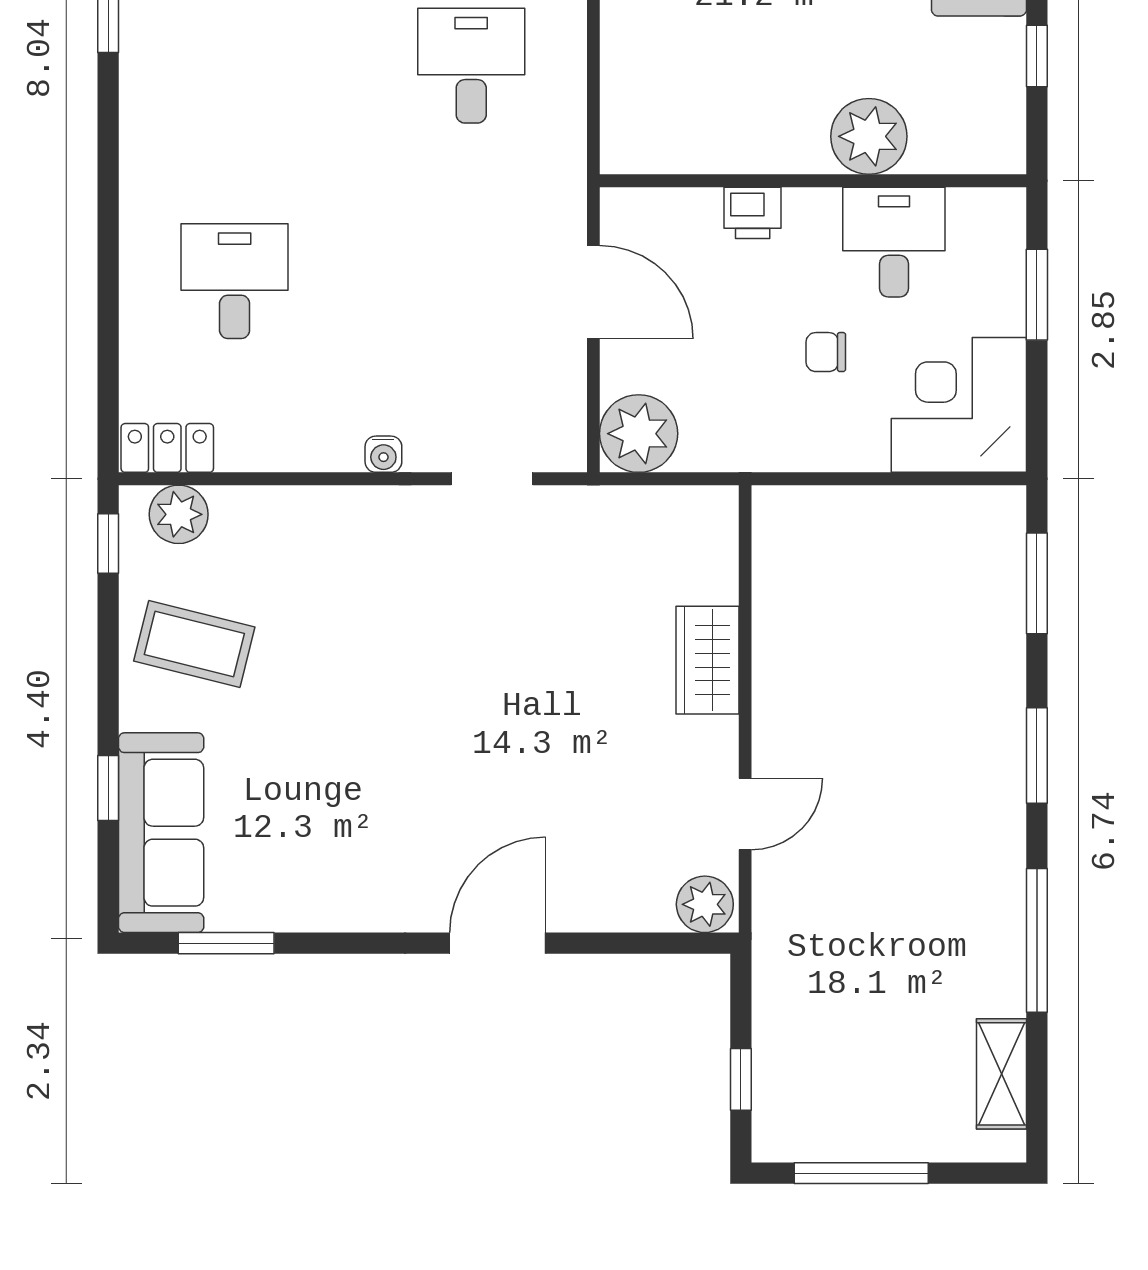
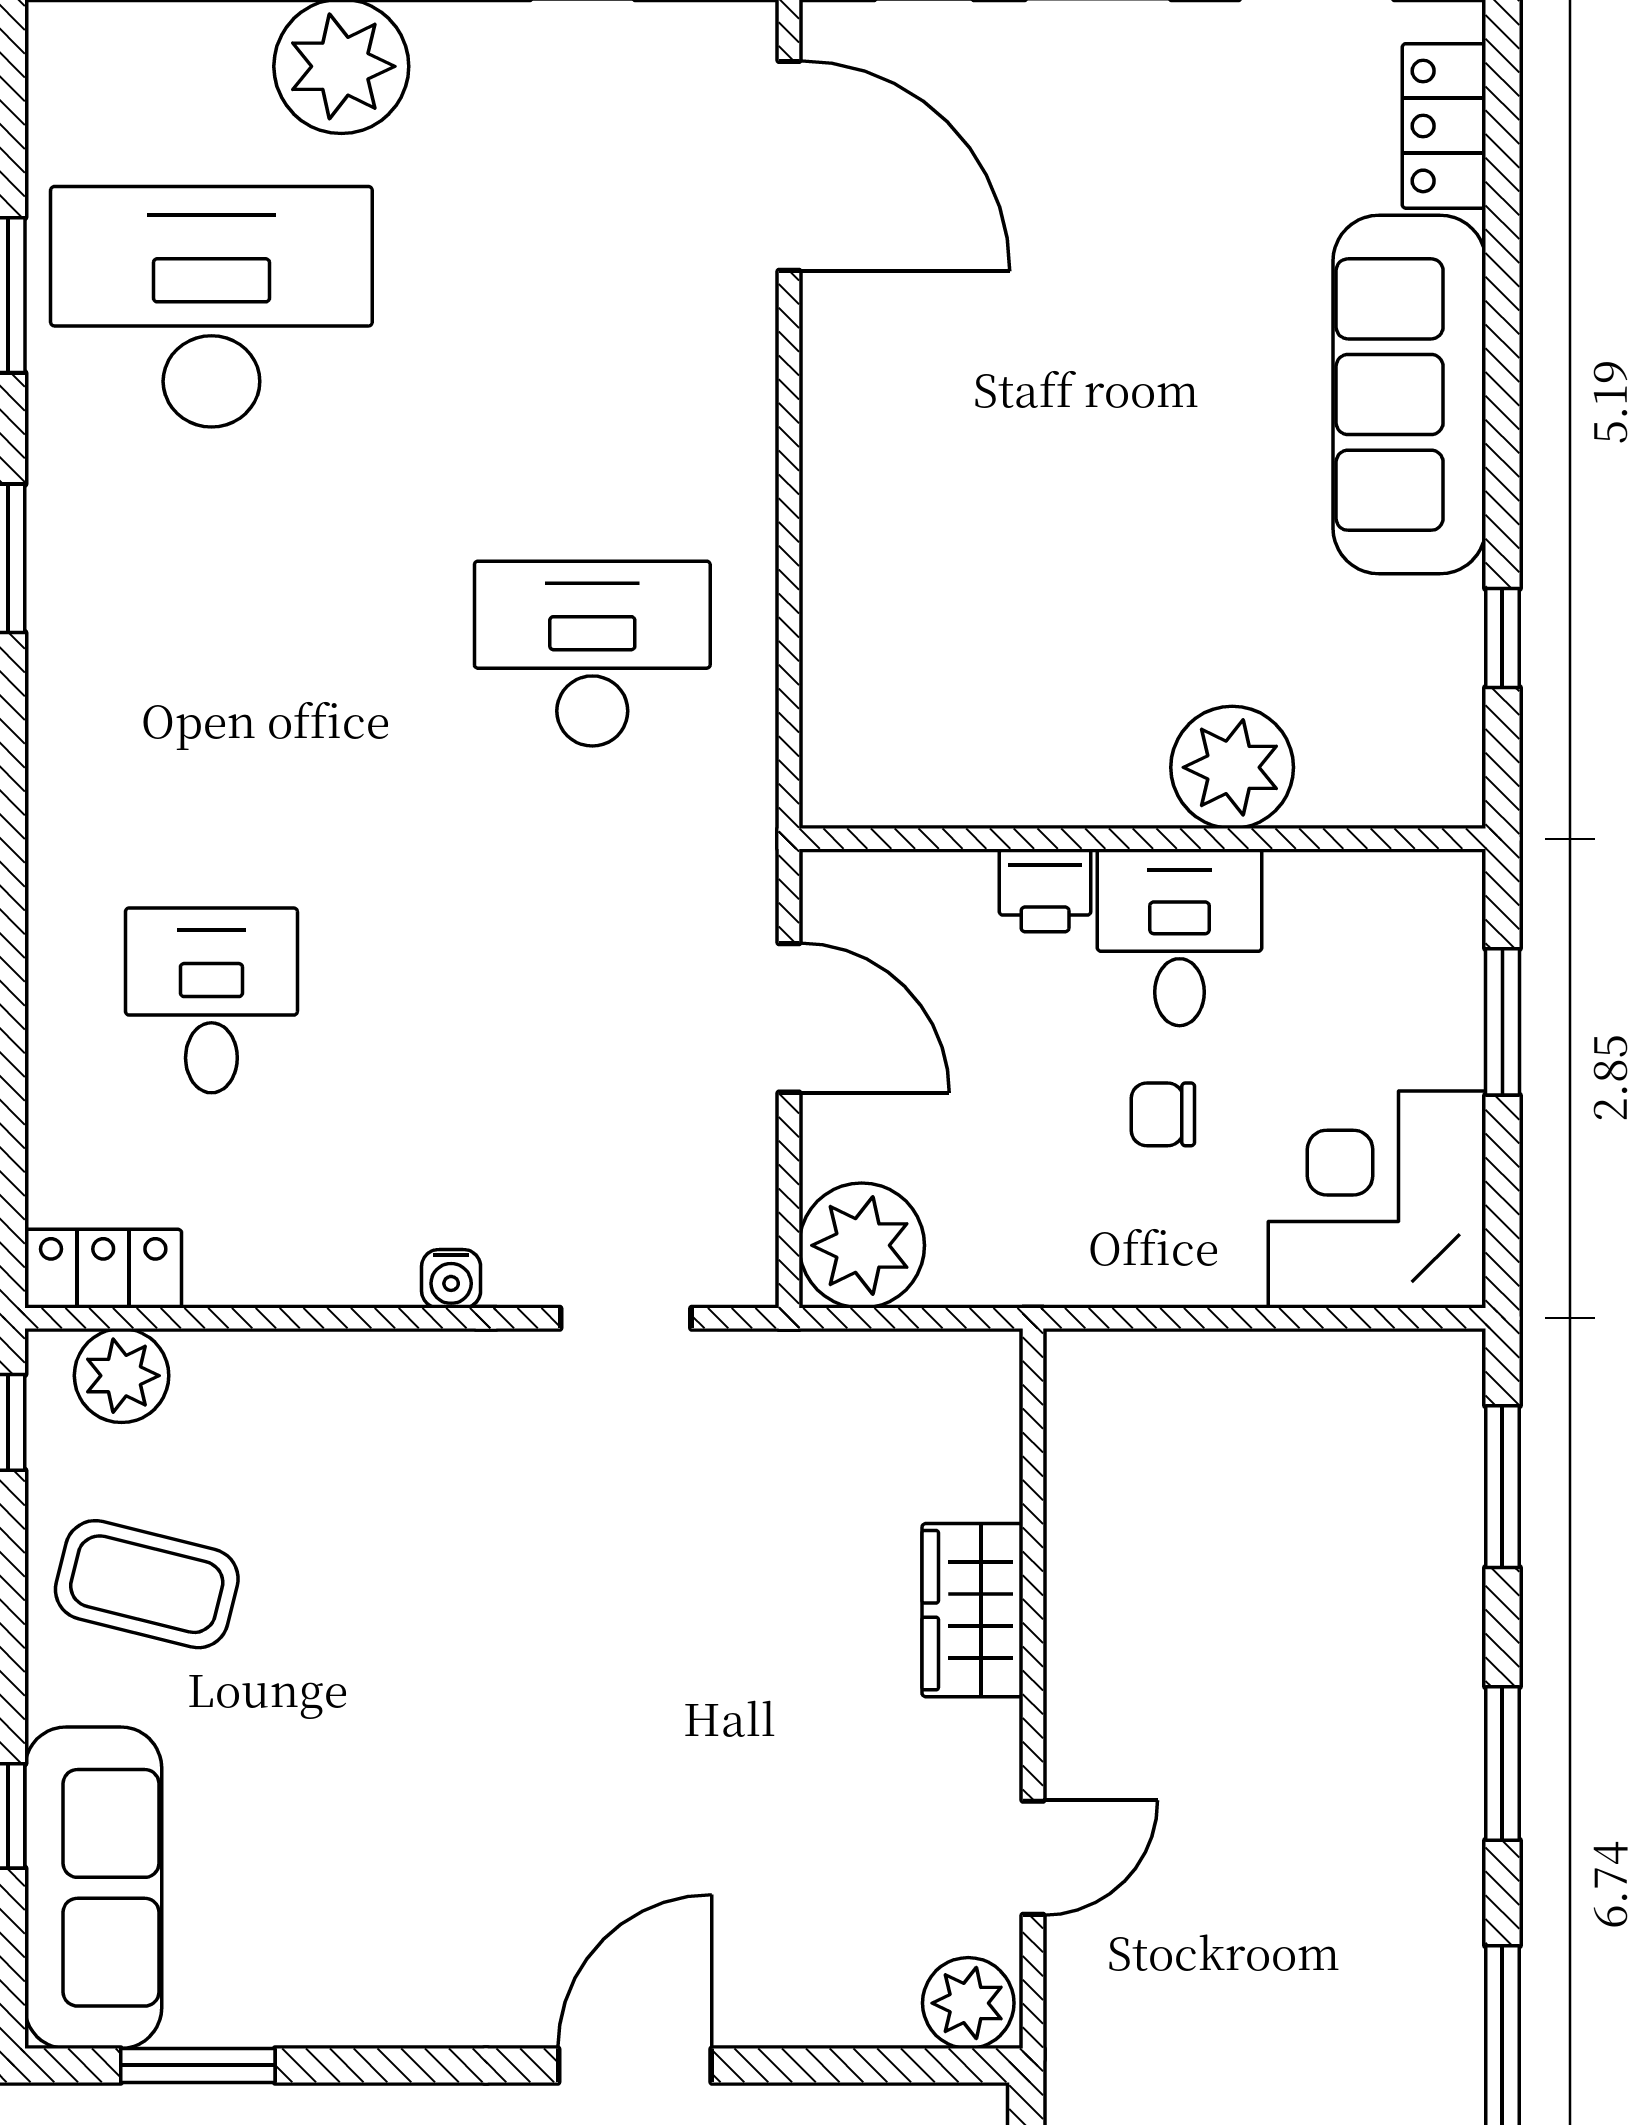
desk: (471, 66) -> (592, 654), width x1.37
desk: (894, 242) -> (1180, 937), moved

